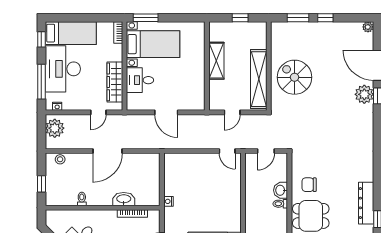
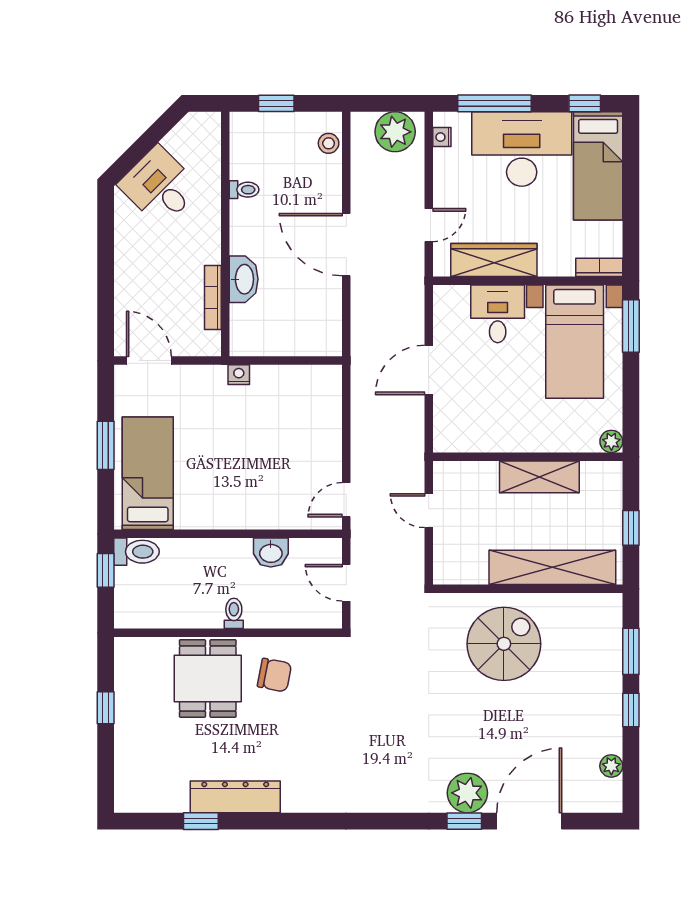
plant: (200, 27) -> (611, 441), added
plant: (368, 27) -> (611, 766), moved
shelving: (259, 79) -> (552, 567), moved
door: (98, 112) -> (429, 225), swing flipped
chair: (309, 185) -> (274, 675), turned 101
washbasin: (281, 190) -> (271, 553), moved, turned 180

